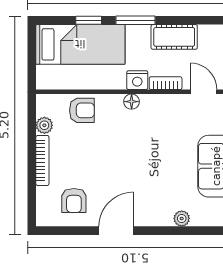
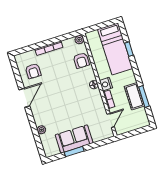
window: (136, 20) -> (144, 96), moved
plant: (44, 125) -> (79, 40), moved
armchair: (74, 200) -> (33, 71), turned -90
door: (116, 231) -> (24, 98), hinge flipped

